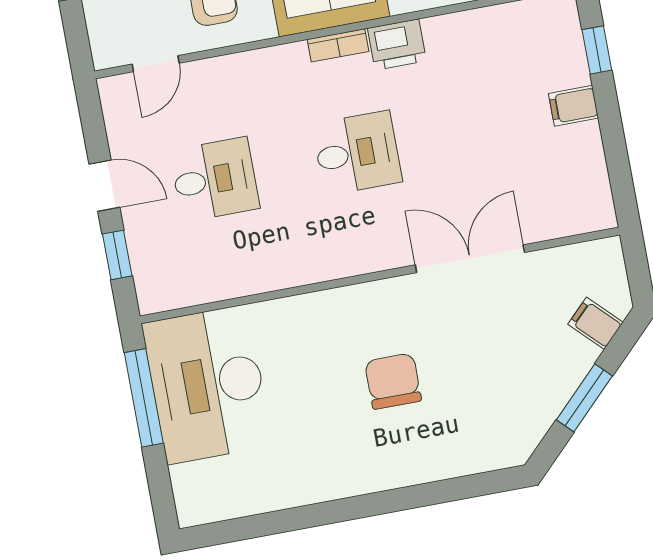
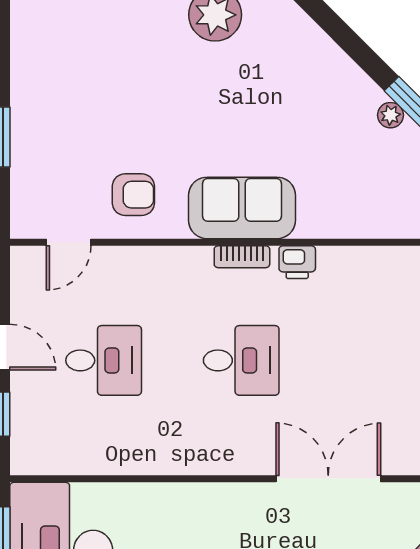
printer: (397, 45) -> (297, 262), width x0.73, depth x0.81

